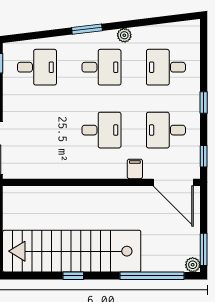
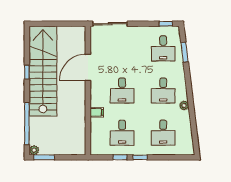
window: (87, 29) -> (185, 52), moved
desk: (166, 67) -> (163, 133), turned 180
desk: (166, 130) -> (122, 133), turned 180
window: (204, 156) -> (120, 157), moved
door: (173, 182) -> (88, 67), moved

